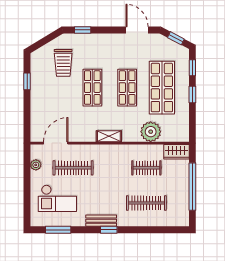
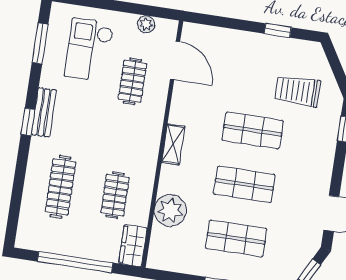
shop shelf: (162, 88) -> (236, 238), width x0.70, depth x0.74
clothes rail: (73, 168) -> (132, 81), width x0.73

